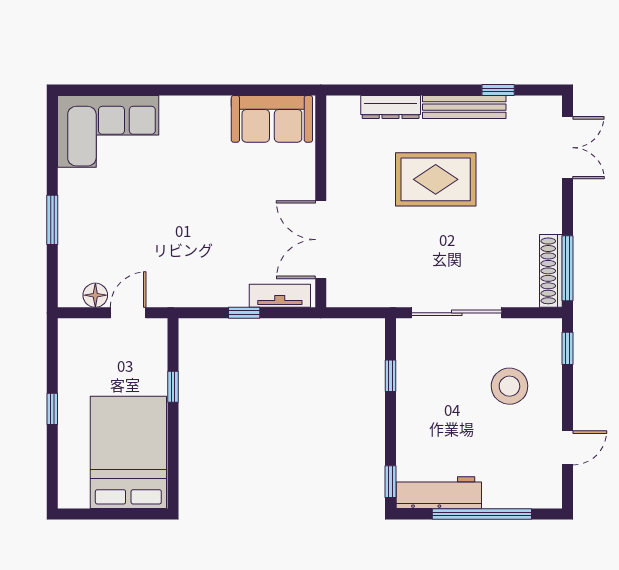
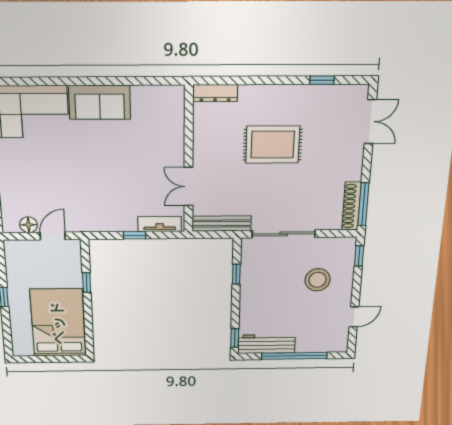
dresser: (391, 107) -> (215, 93), moved
bench: (464, 107) -> (222, 223), moved
sofa: (272, 119) -> (100, 102), moved
double door: (321, 240) -> (189, 186), width x0.73

